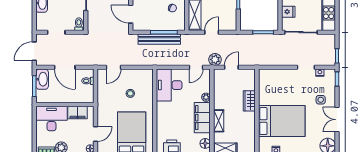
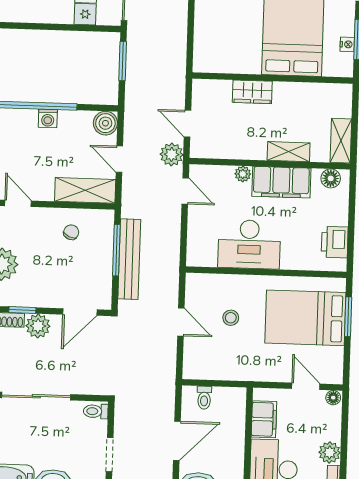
boiler: (230, 24) -> (105, 123), added
door: (114, 67) -> (181, 322), moved
desk: (169, 85) -> (249, 244), moved

